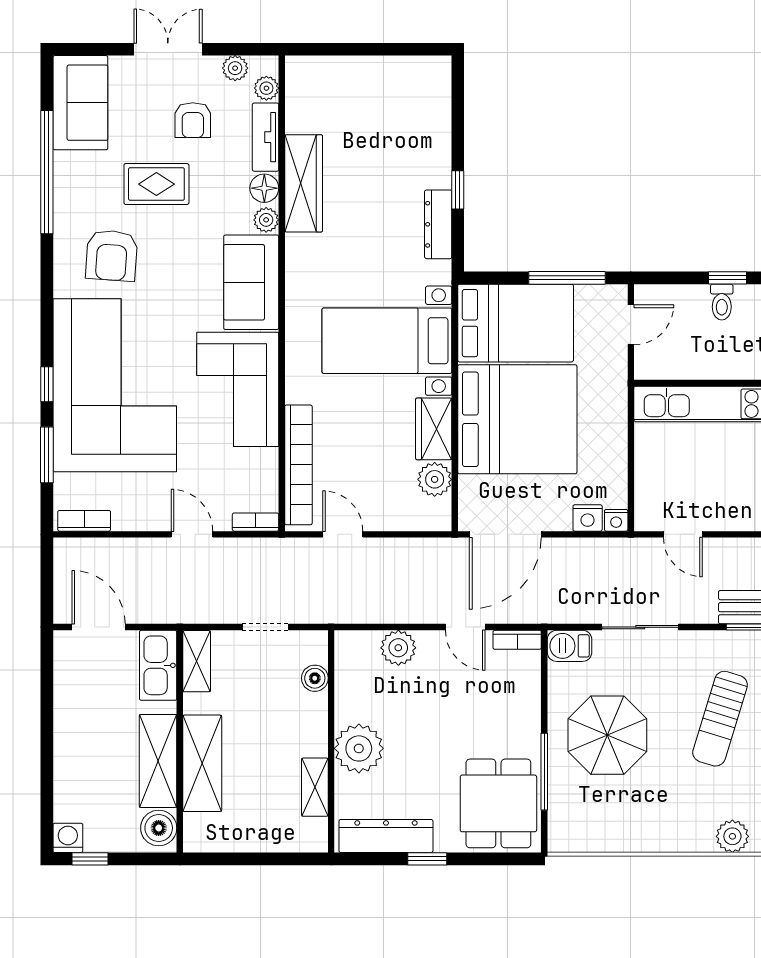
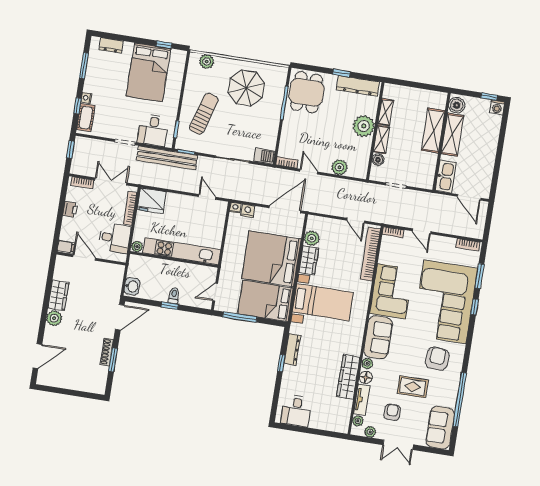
desk: (408, 89) -> (296, 411), added
shelving: (197, 661) -> (382, 140), moved
parasol: (607, 735) -> (246, 88), moved

